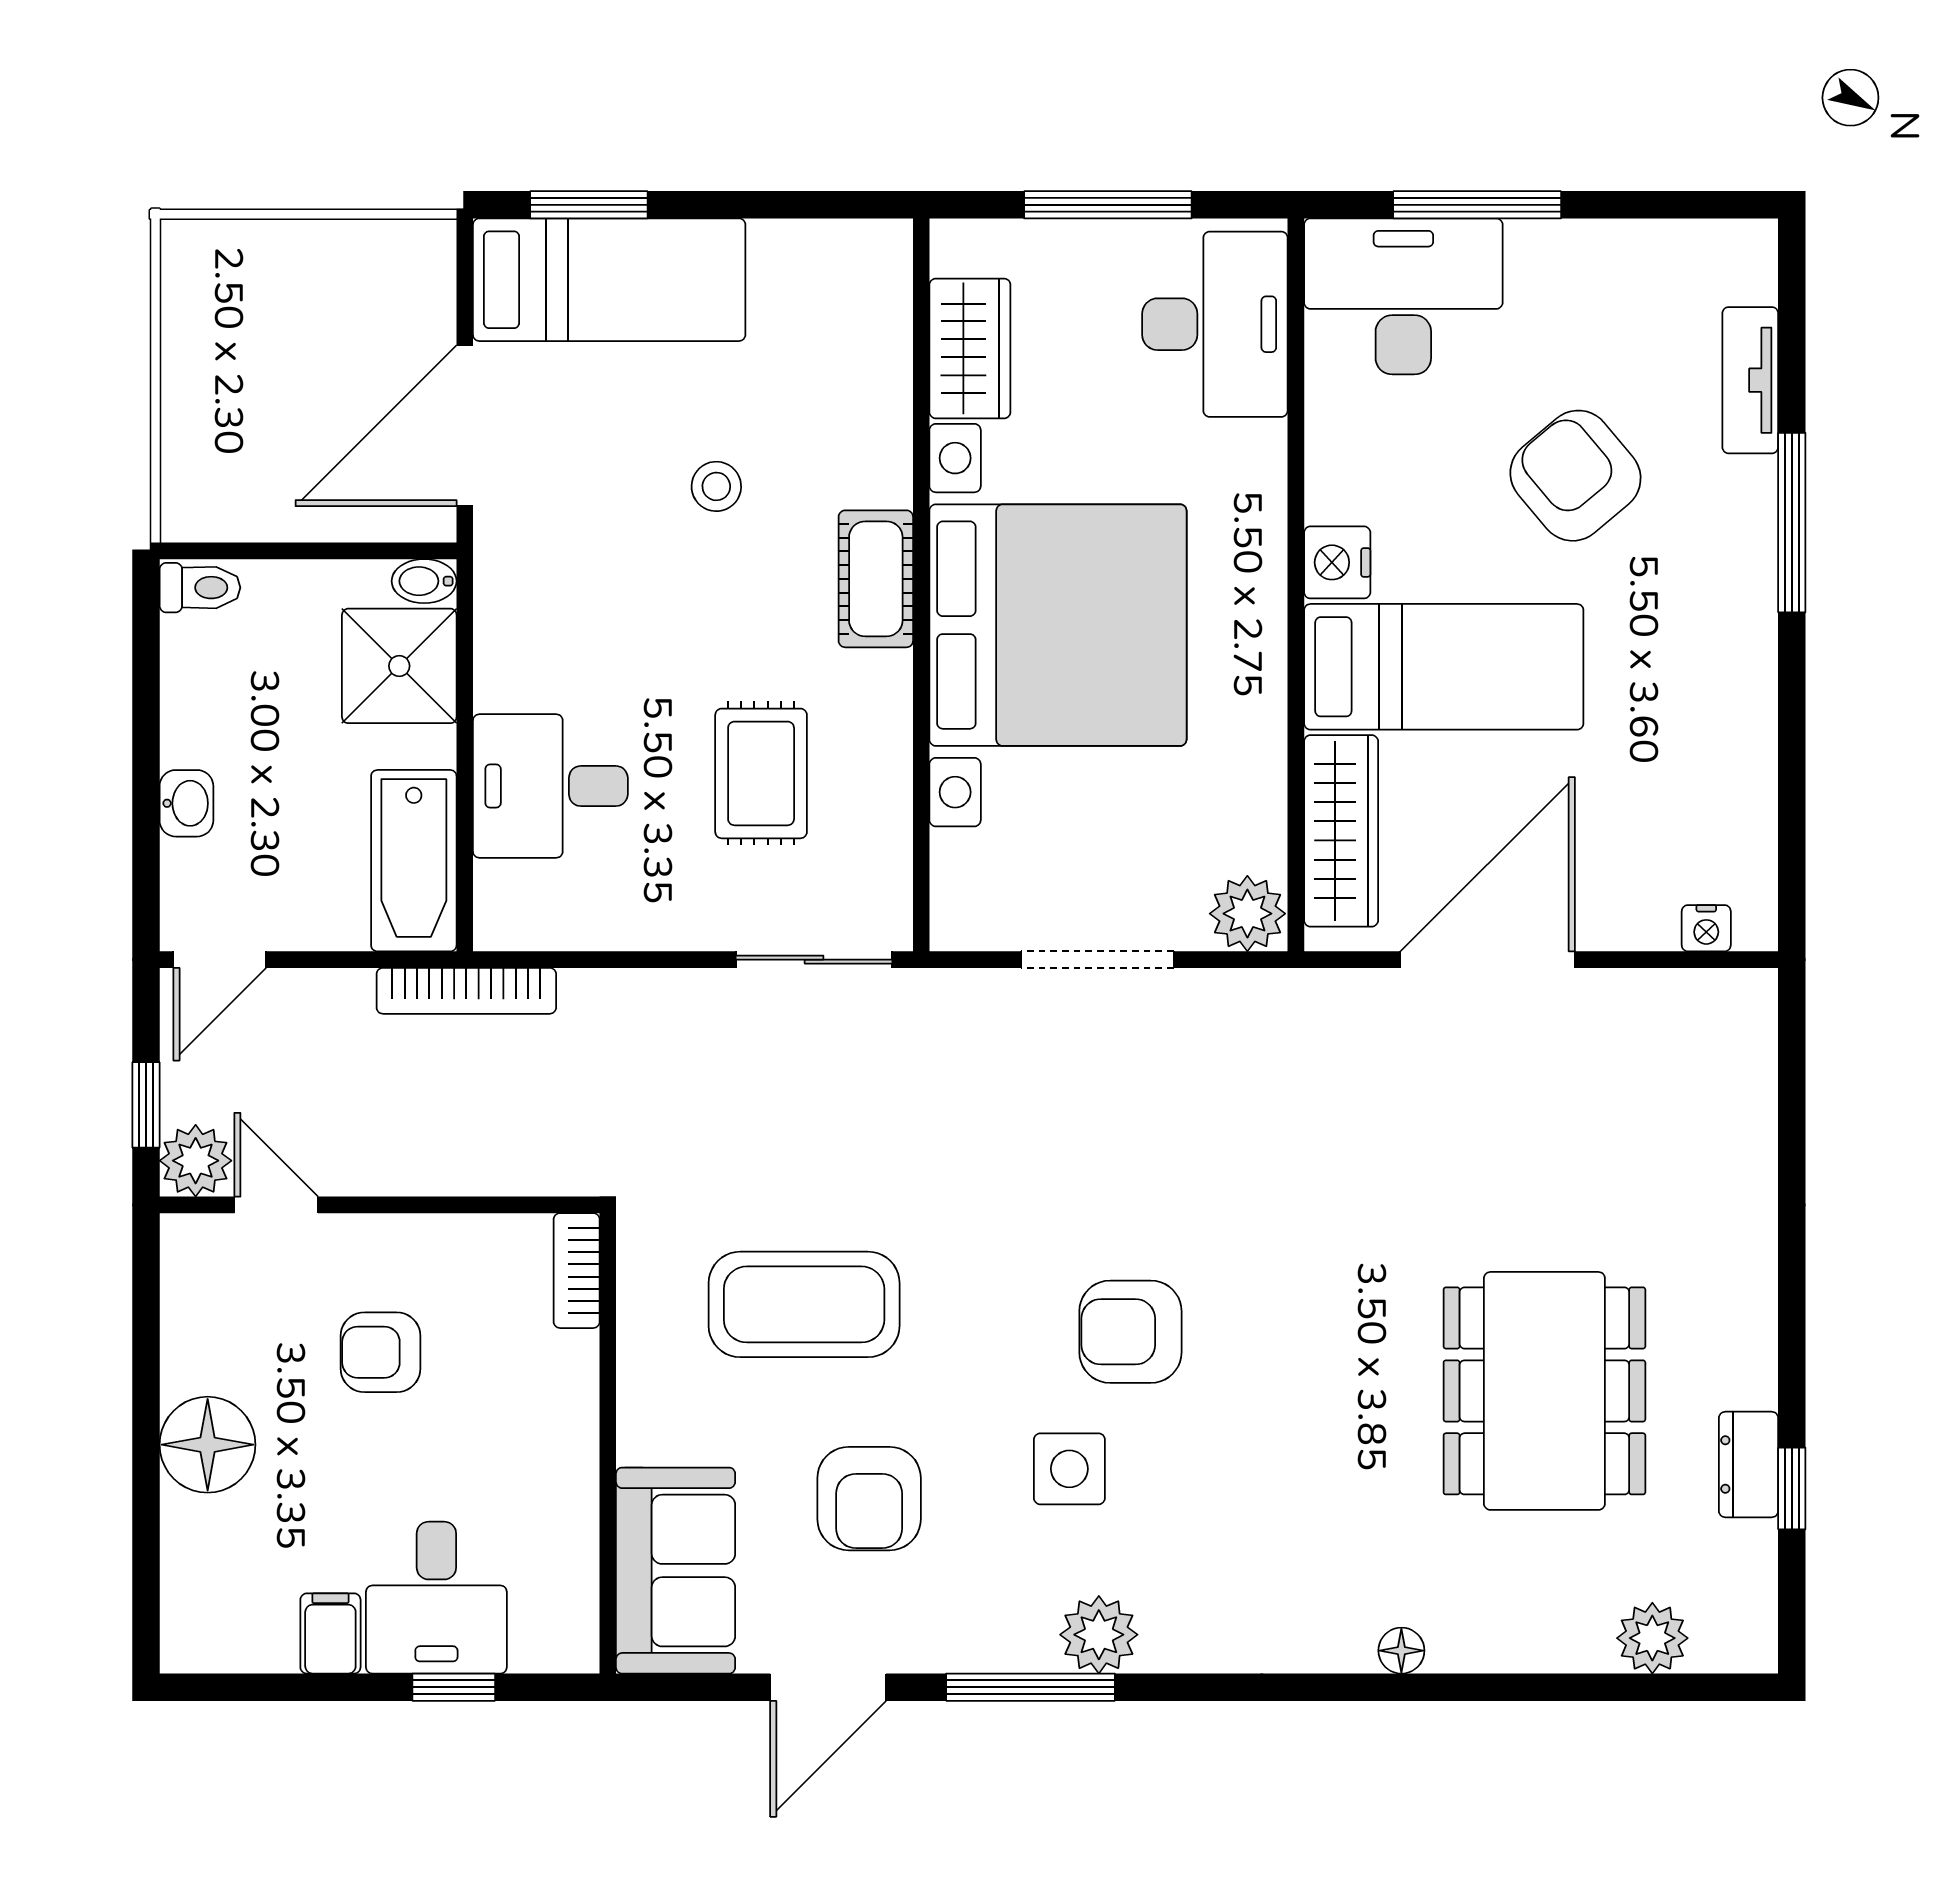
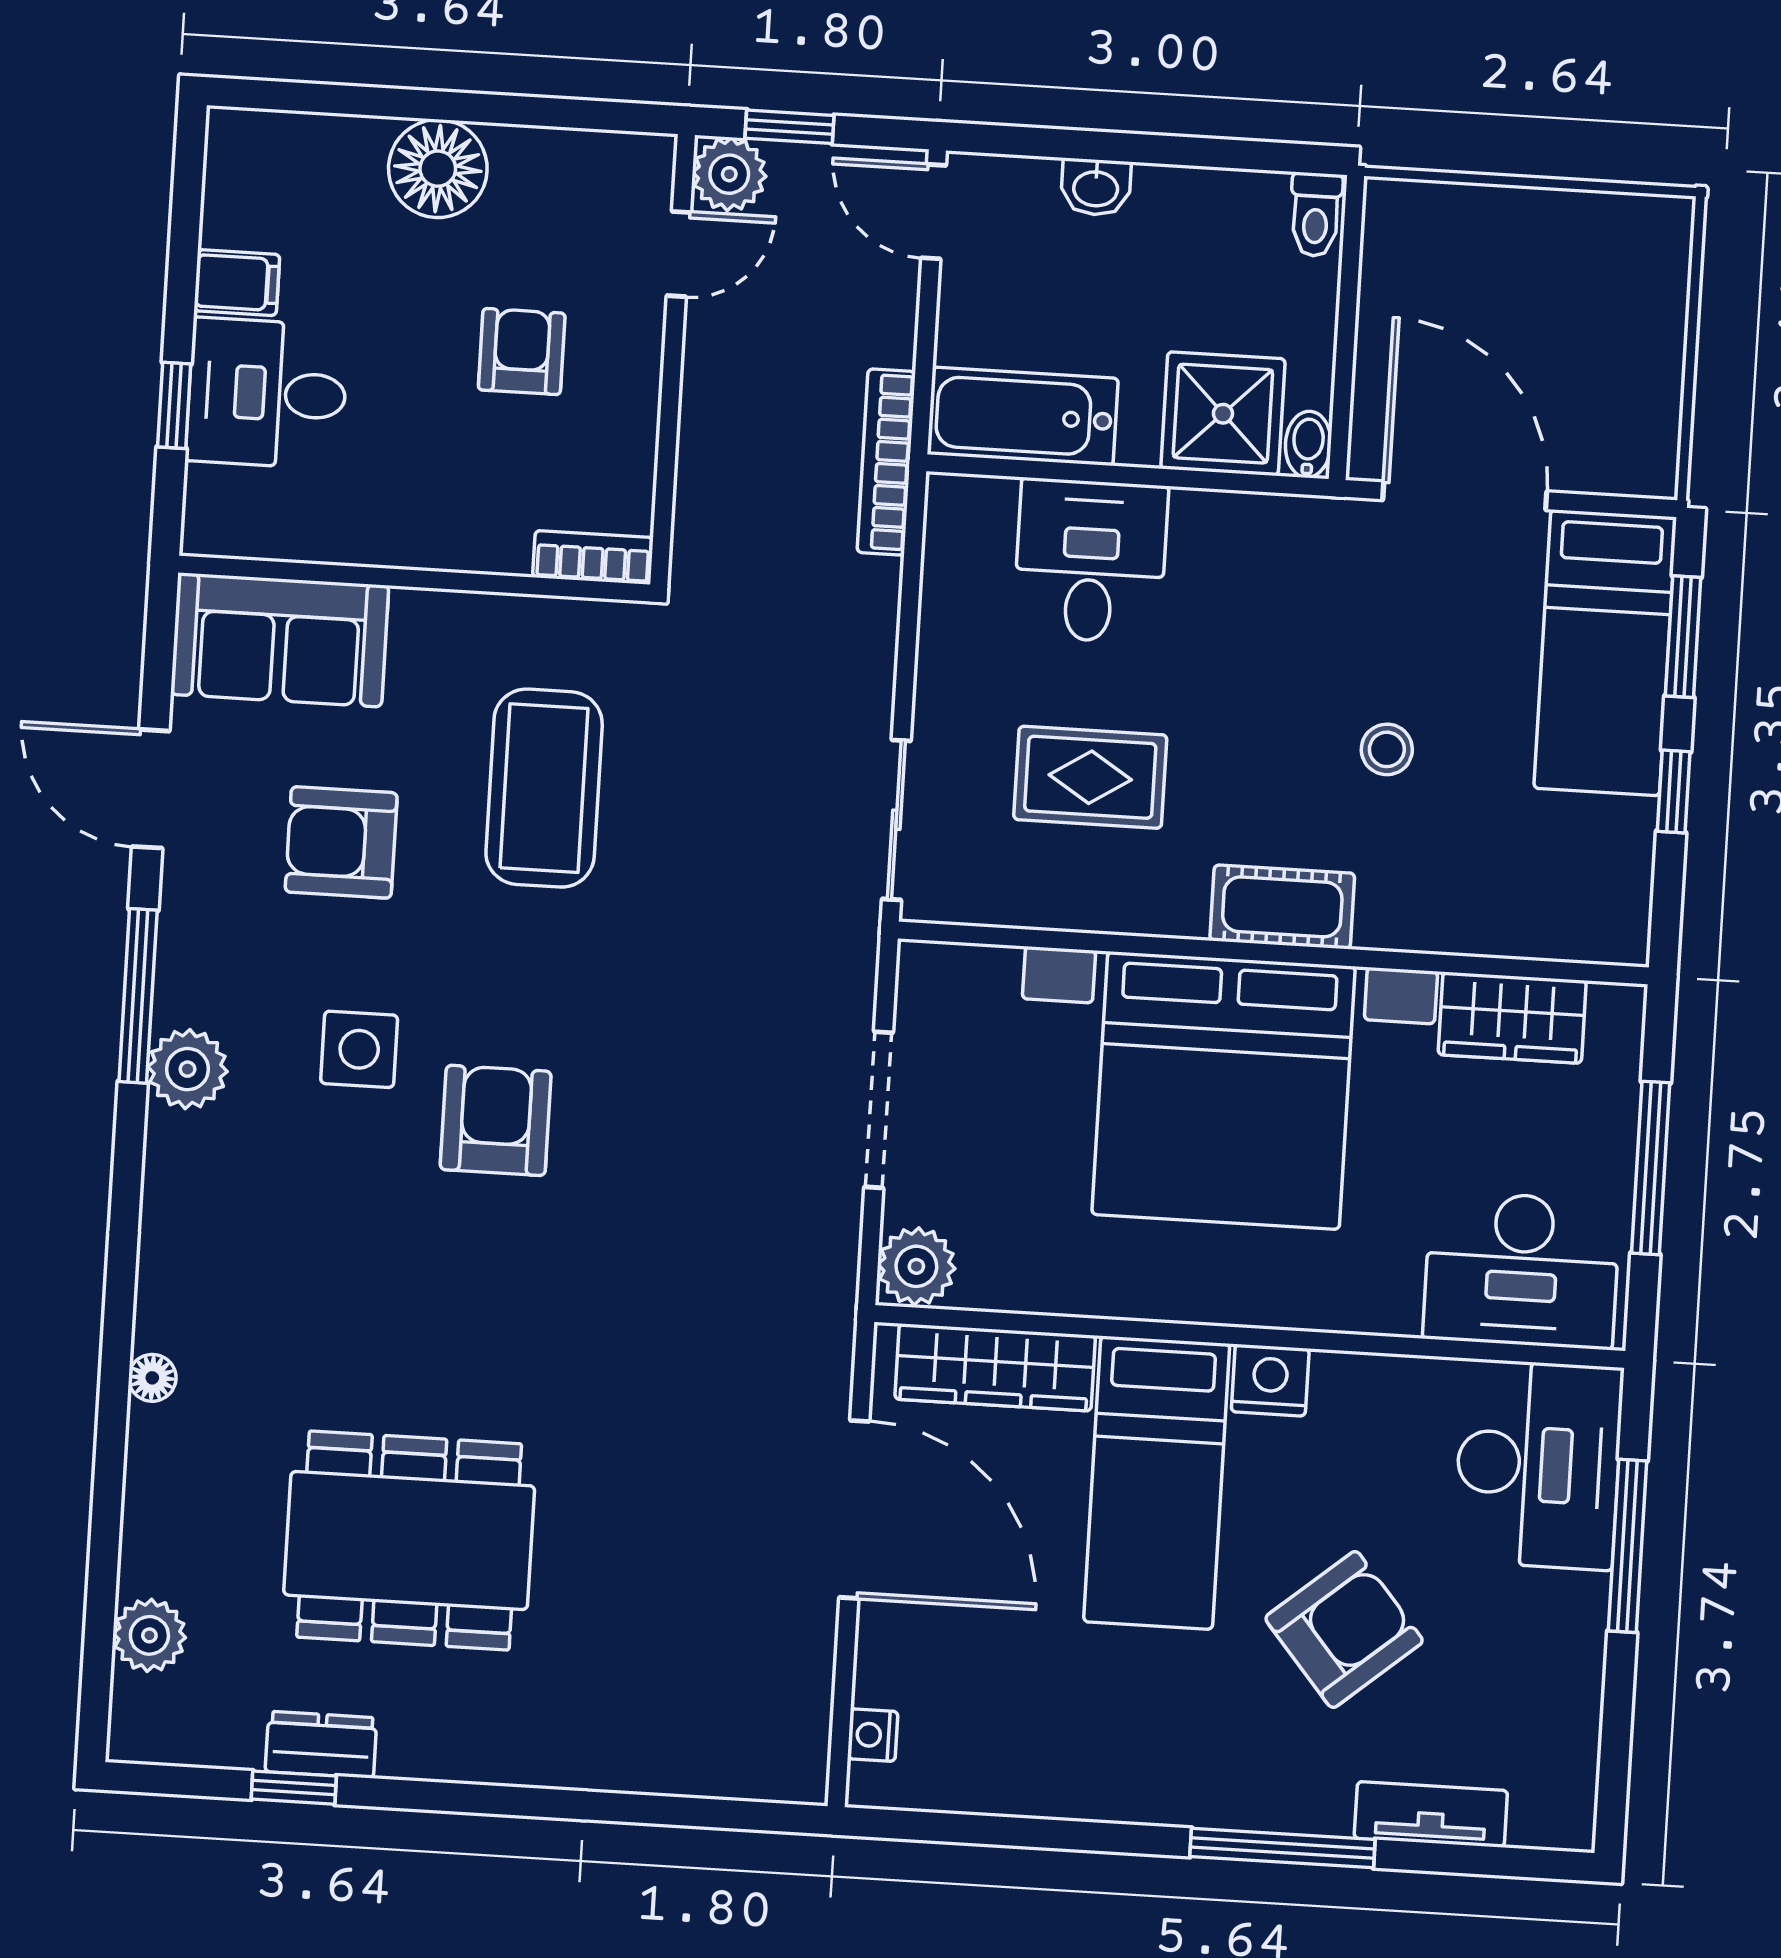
window: (740, 205) -> (1674, 791), added

